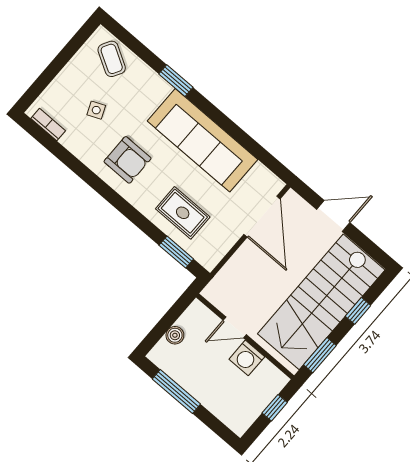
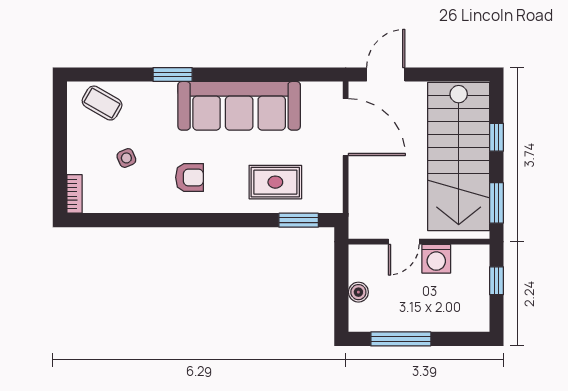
bookcase: (48, 125) -> (75, 194), moved, turned 90
armchair: (127, 160) -> (190, 177), width x0.72, depth x0.72
door: (333, 216) -> (386, 75), moved

